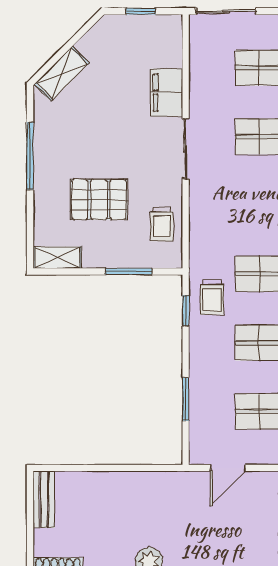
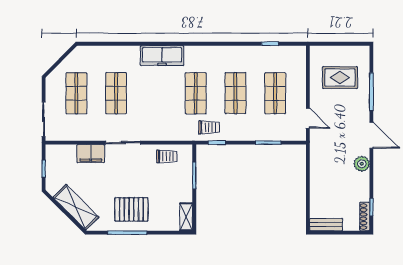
shelving: (62, 74) -> (76, 207), width x1.50, depth x1.33
pallet: (99, 200) -> (131, 209), moved, turned 90

